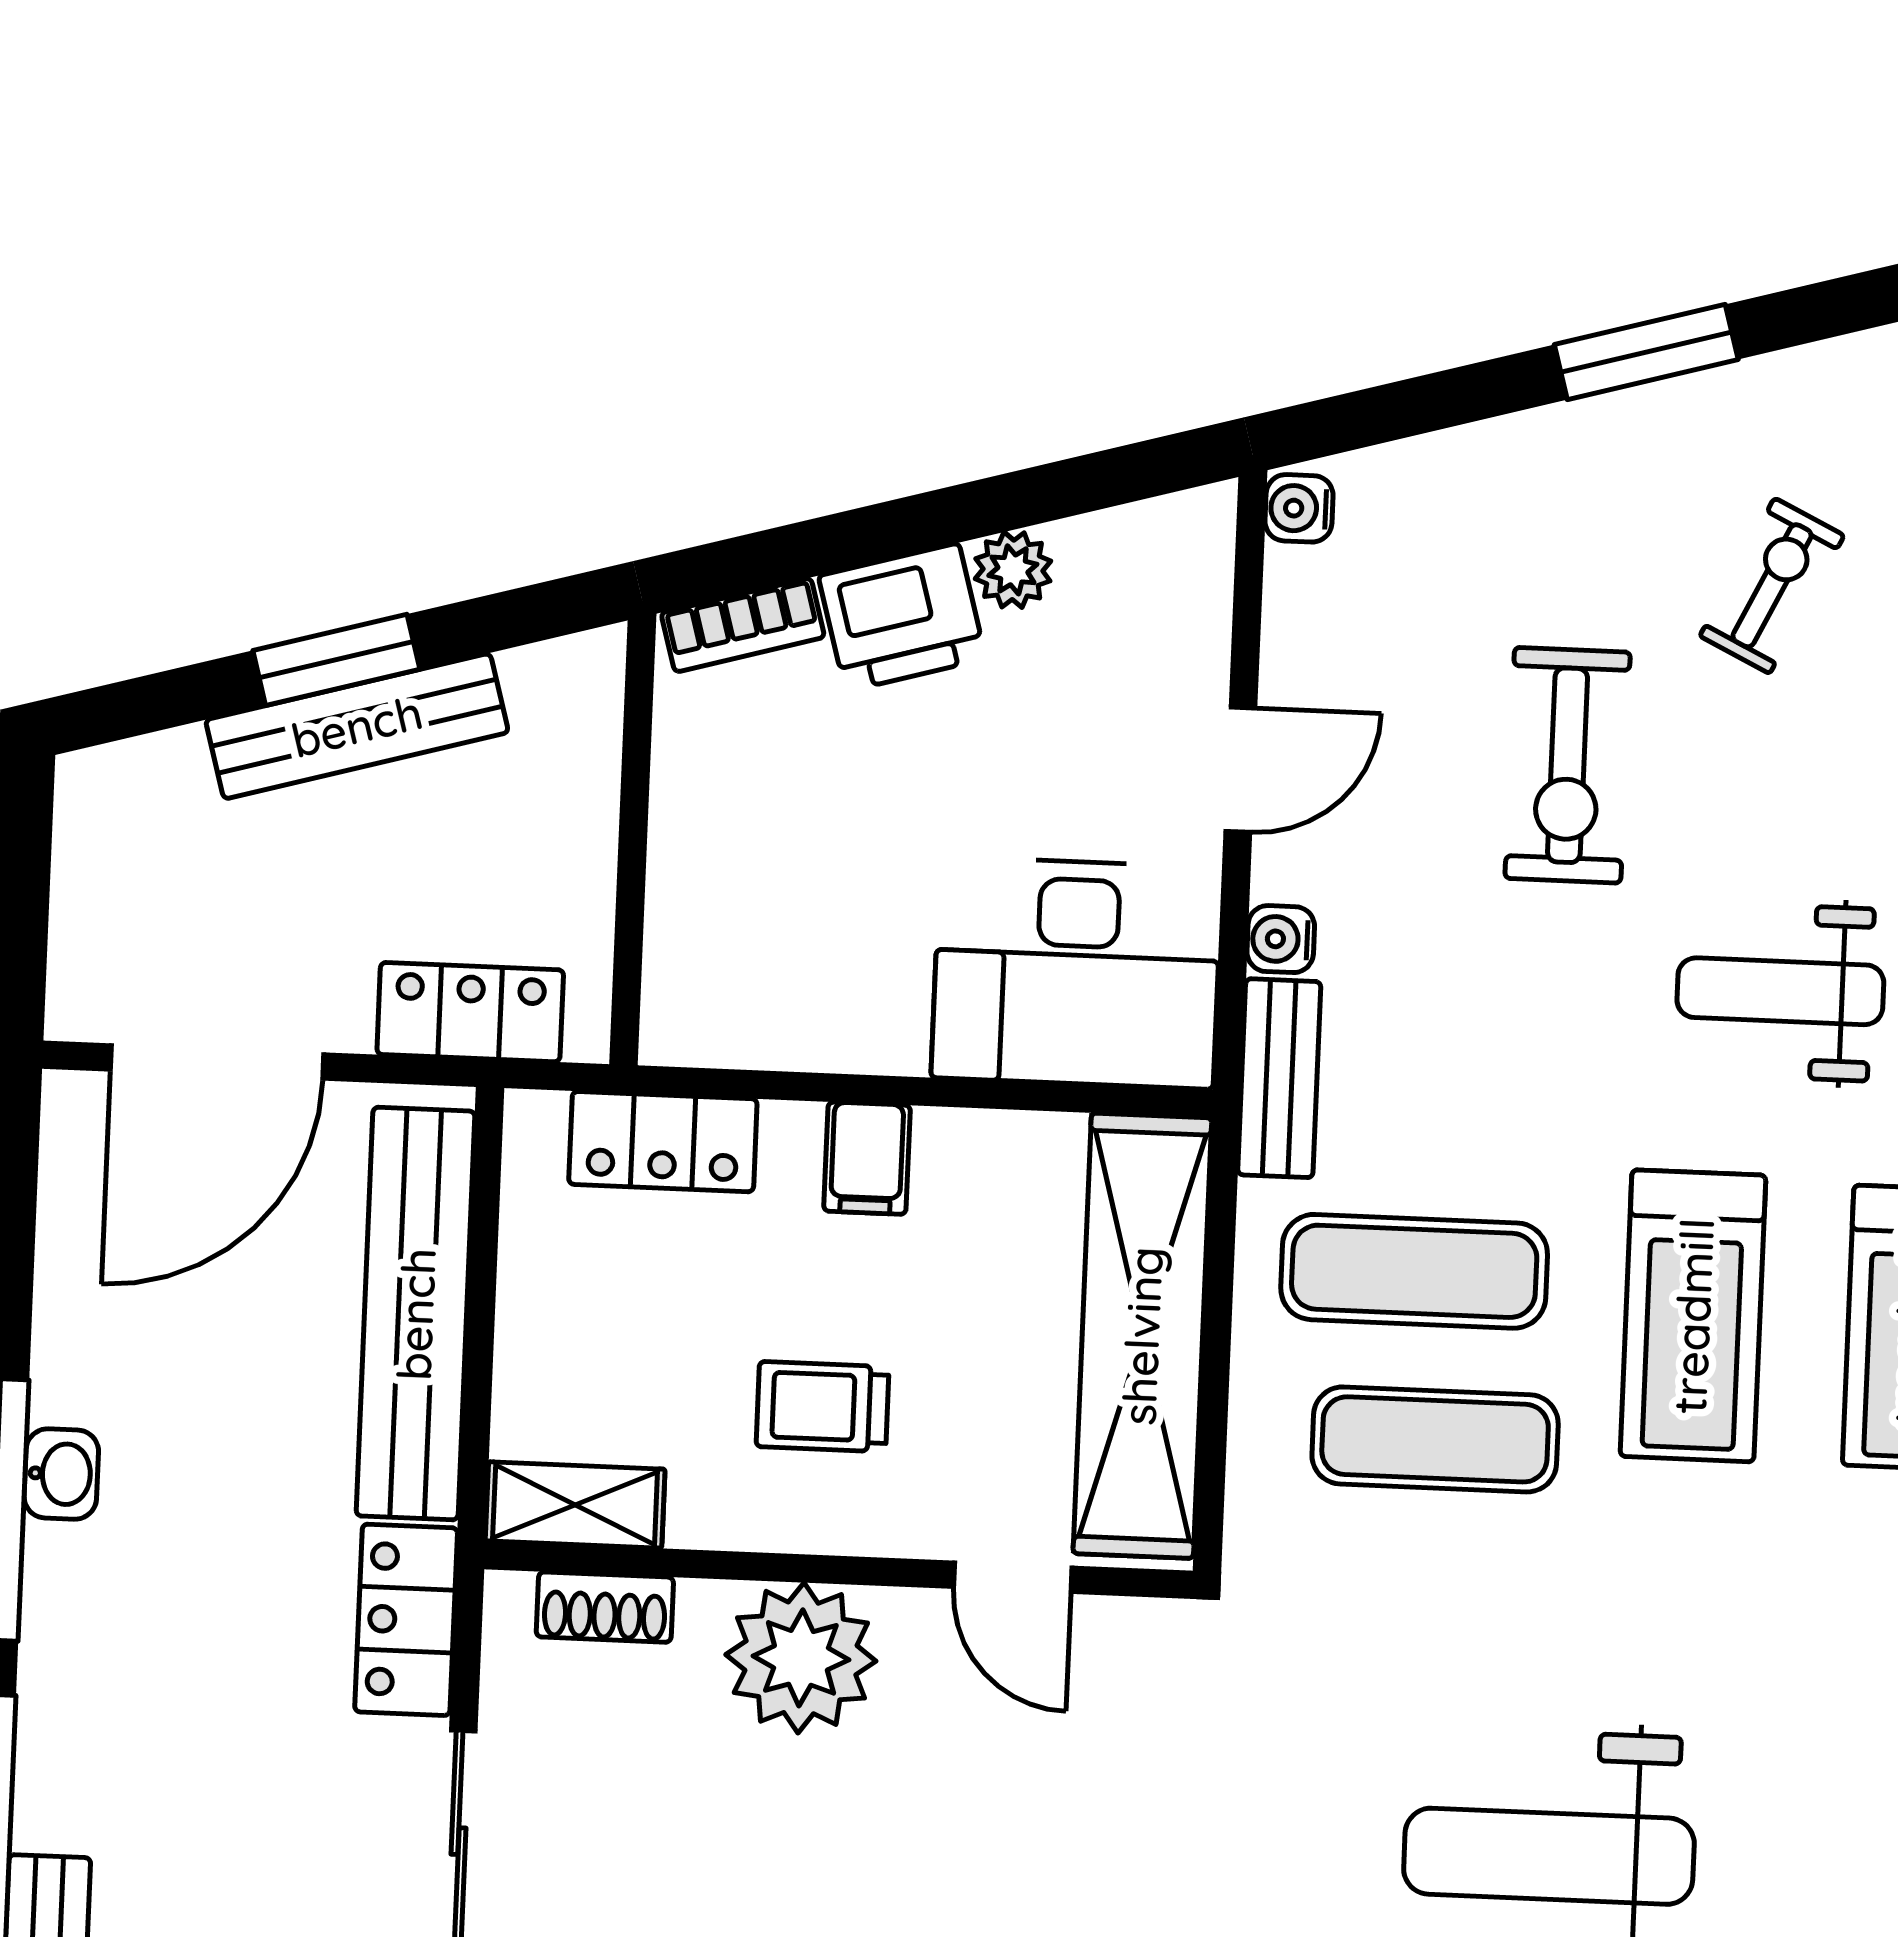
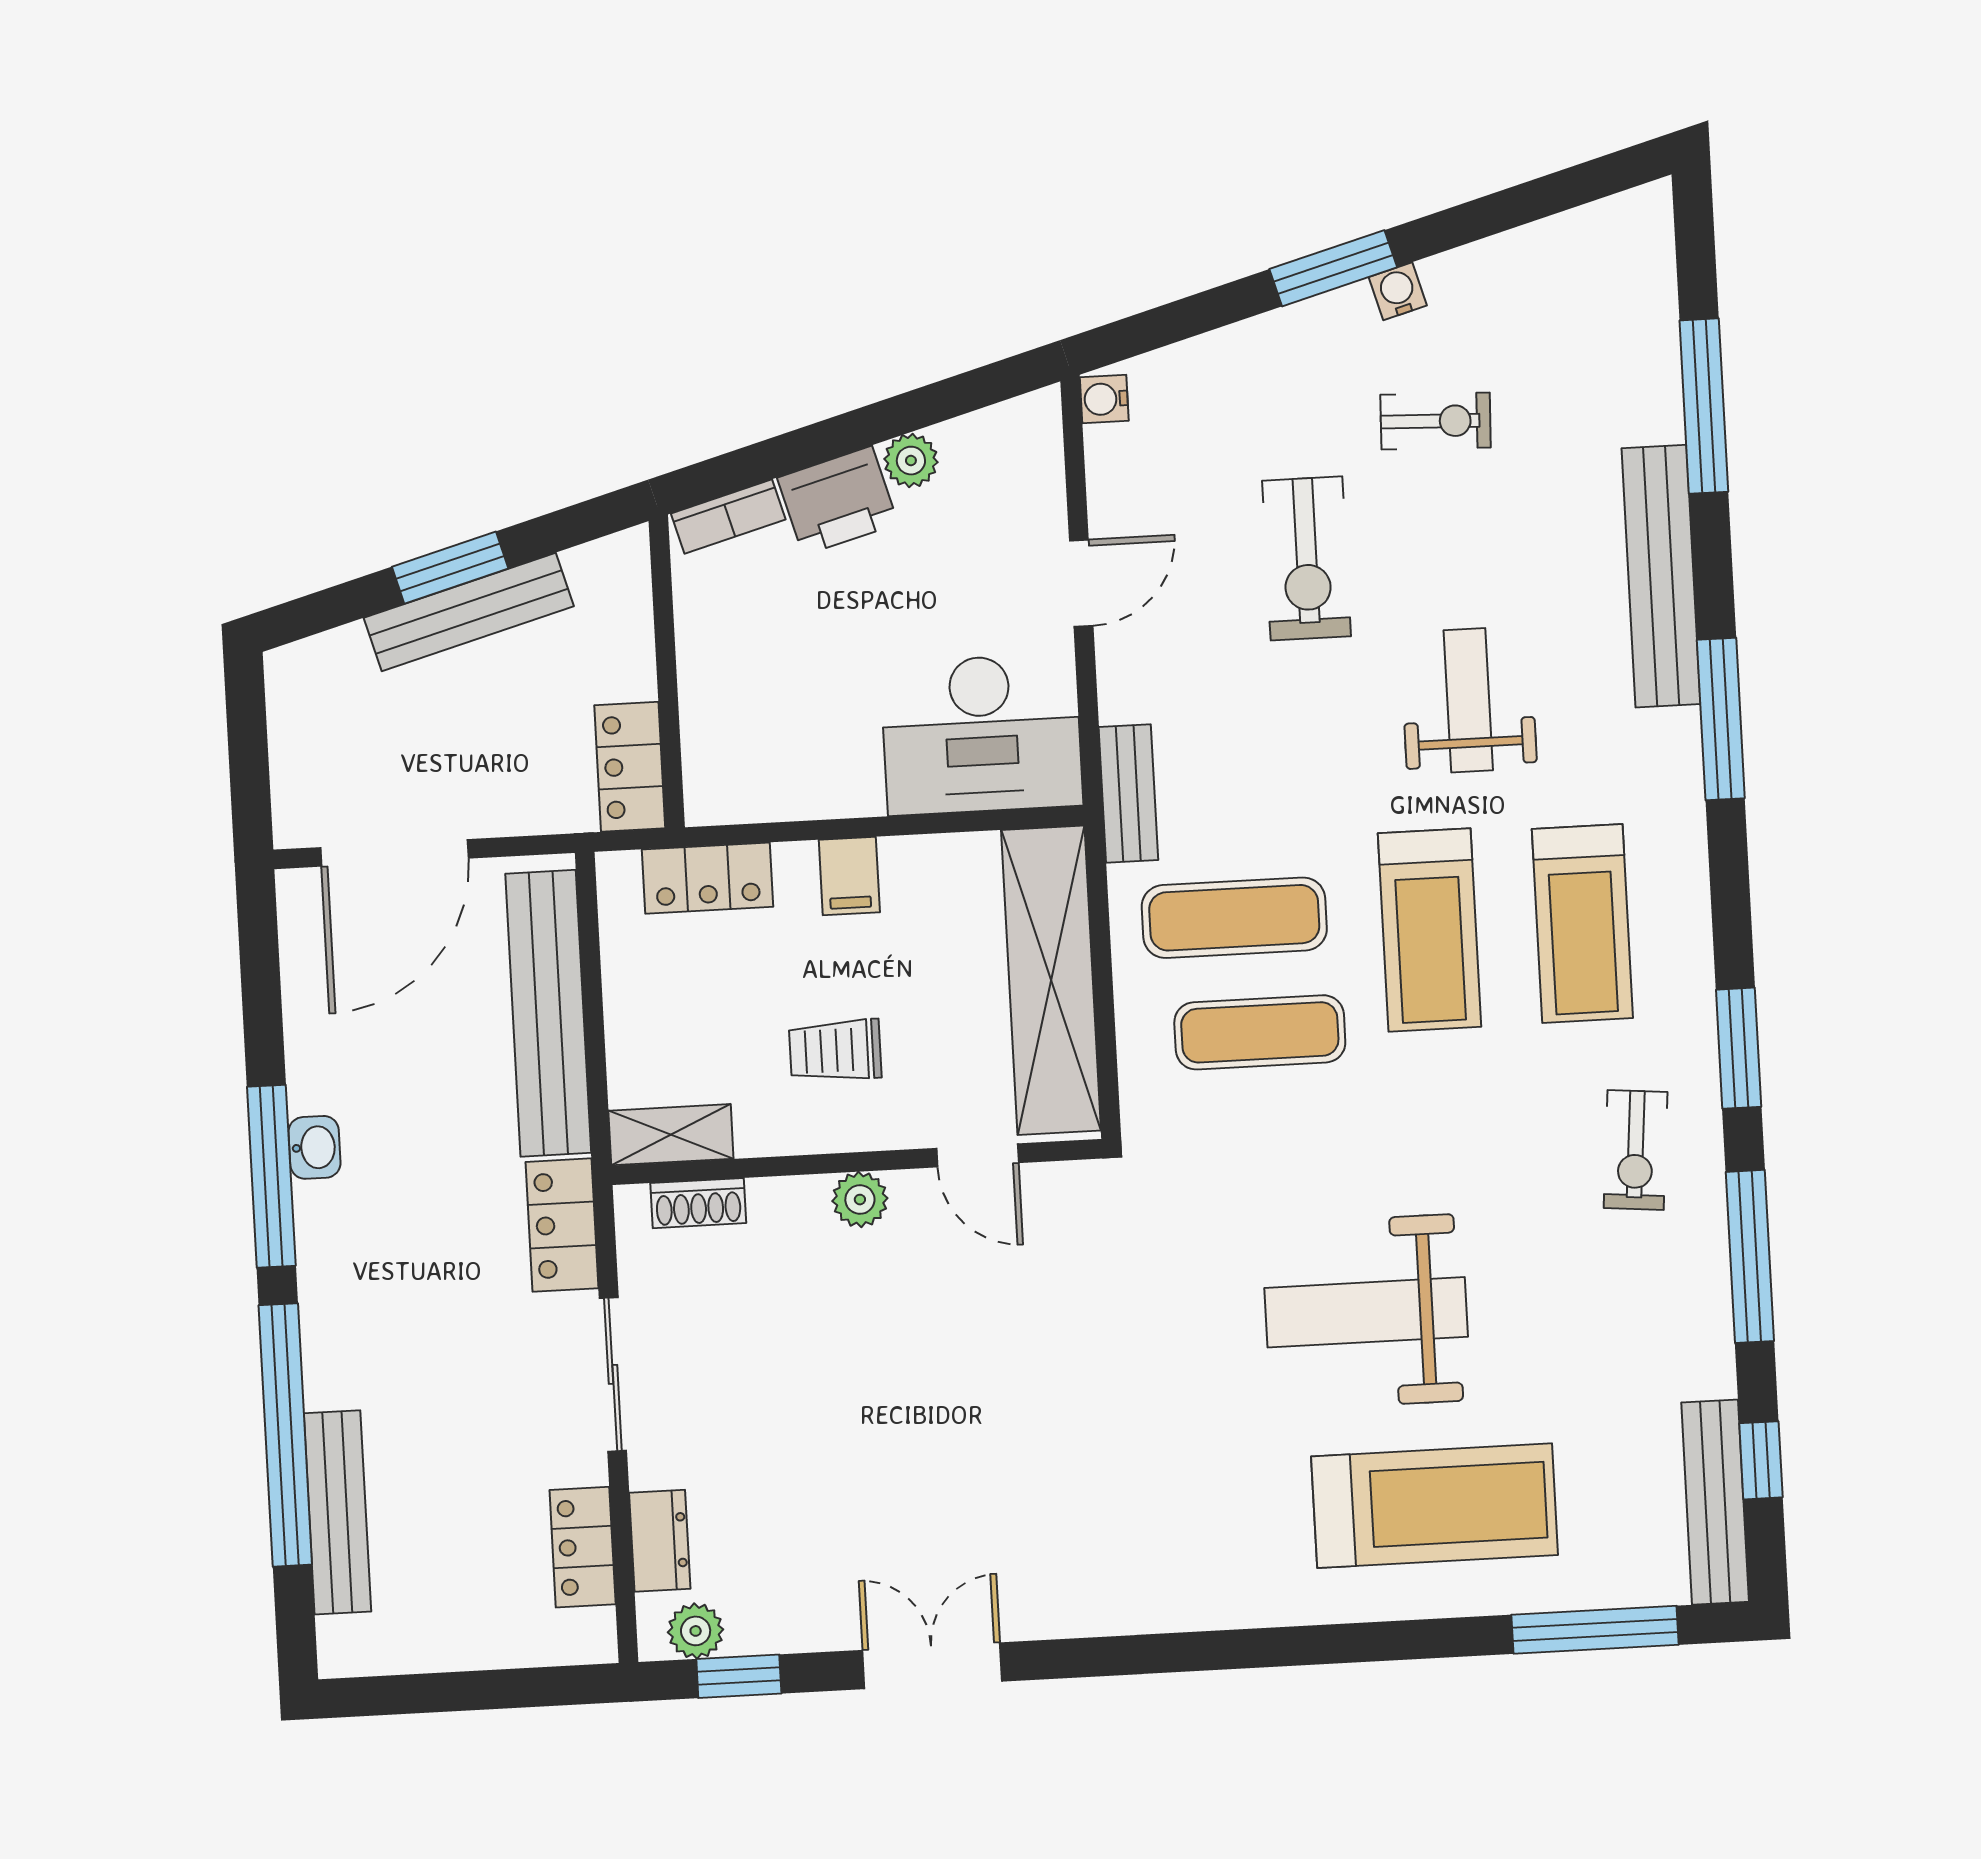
exercise bike: (1772, 586) -> (1436, 421), turned 66
water cooler: (1281, 939) -> (1398, 291), moved, turned 74
weight bench: (1780, 991) -> (1468, 700), turned 90
locker: (470, 1012) -> (630, 767), moved, turned -90
plant: (801, 1658) -> (860, 1200), width x0.53, depth x0.53

